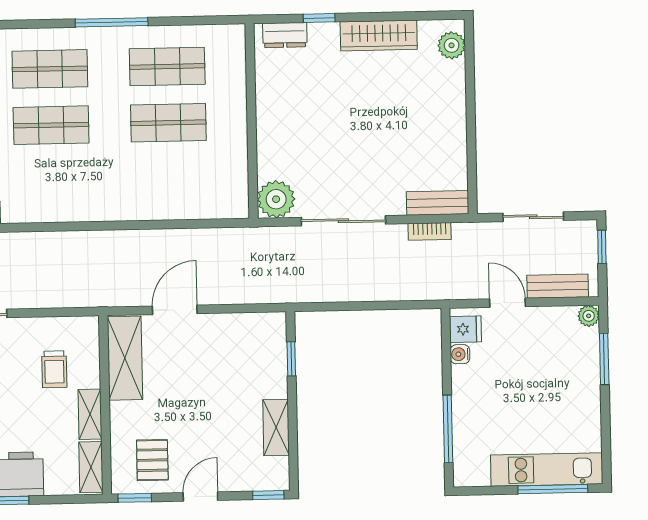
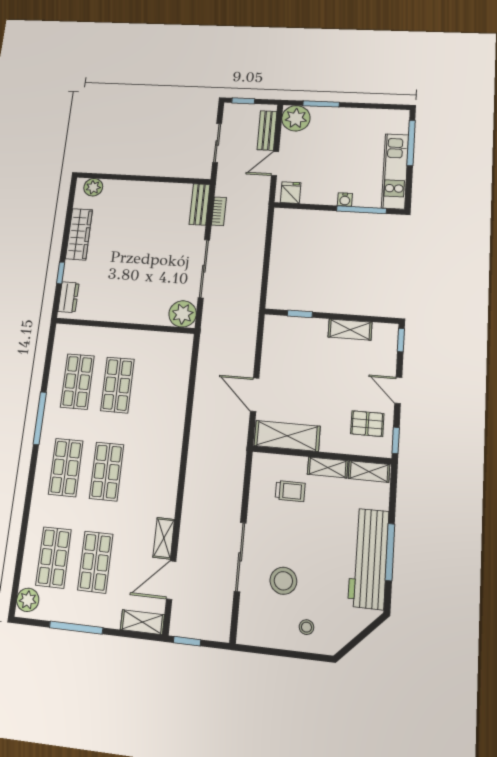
plant: (589, 316) -> (296, 118), width x1.87, depth x1.87
water cooler: (460, 354) -> (345, 200), moved
kitchen unit: (547, 469) -> (395, 171), moved

